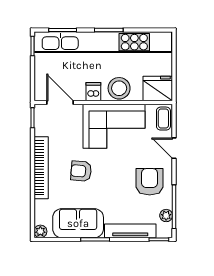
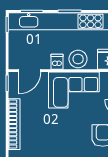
door: (60, 103) -> (30, 71), swing flipped
armchair: (81, 171) -> (47, 127), removed

